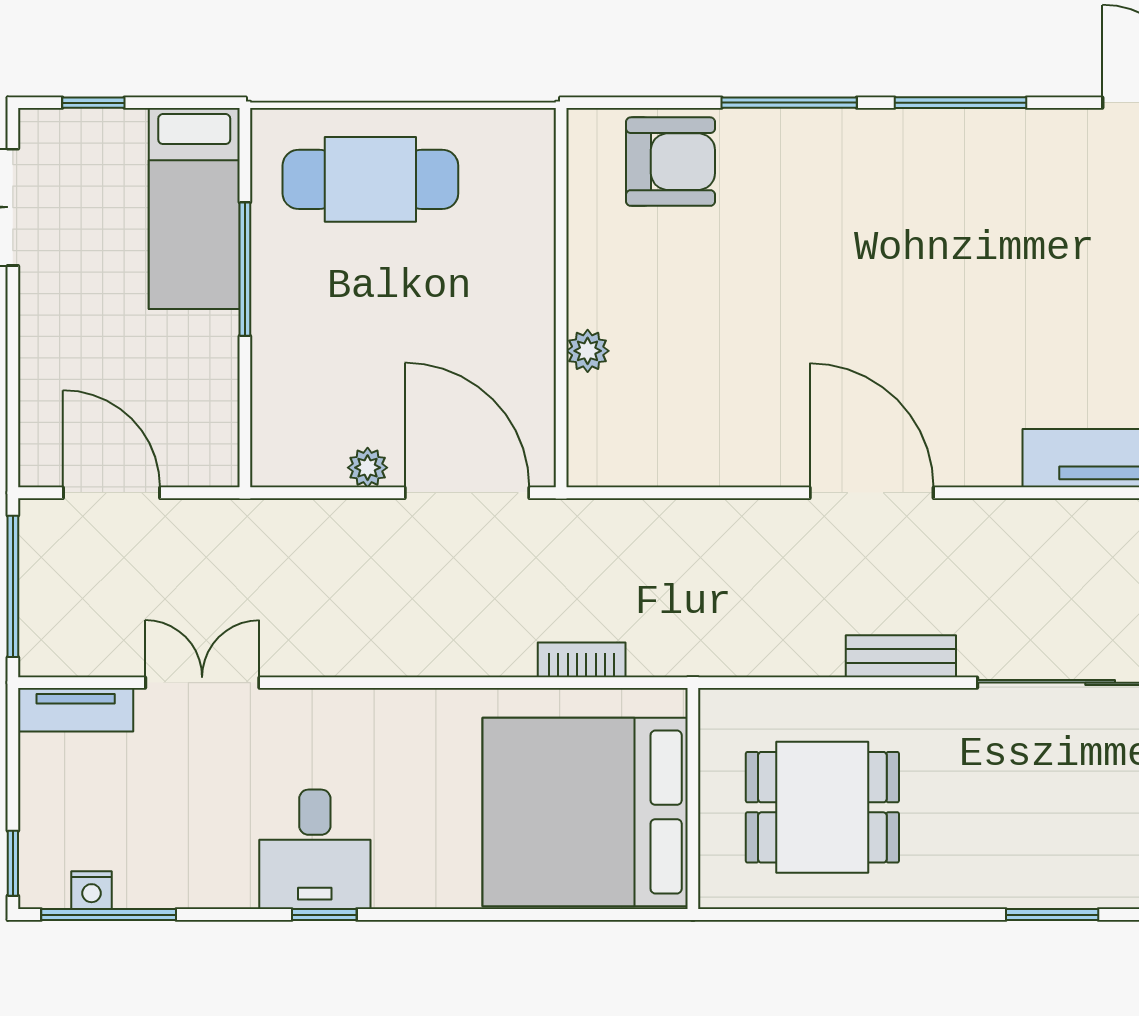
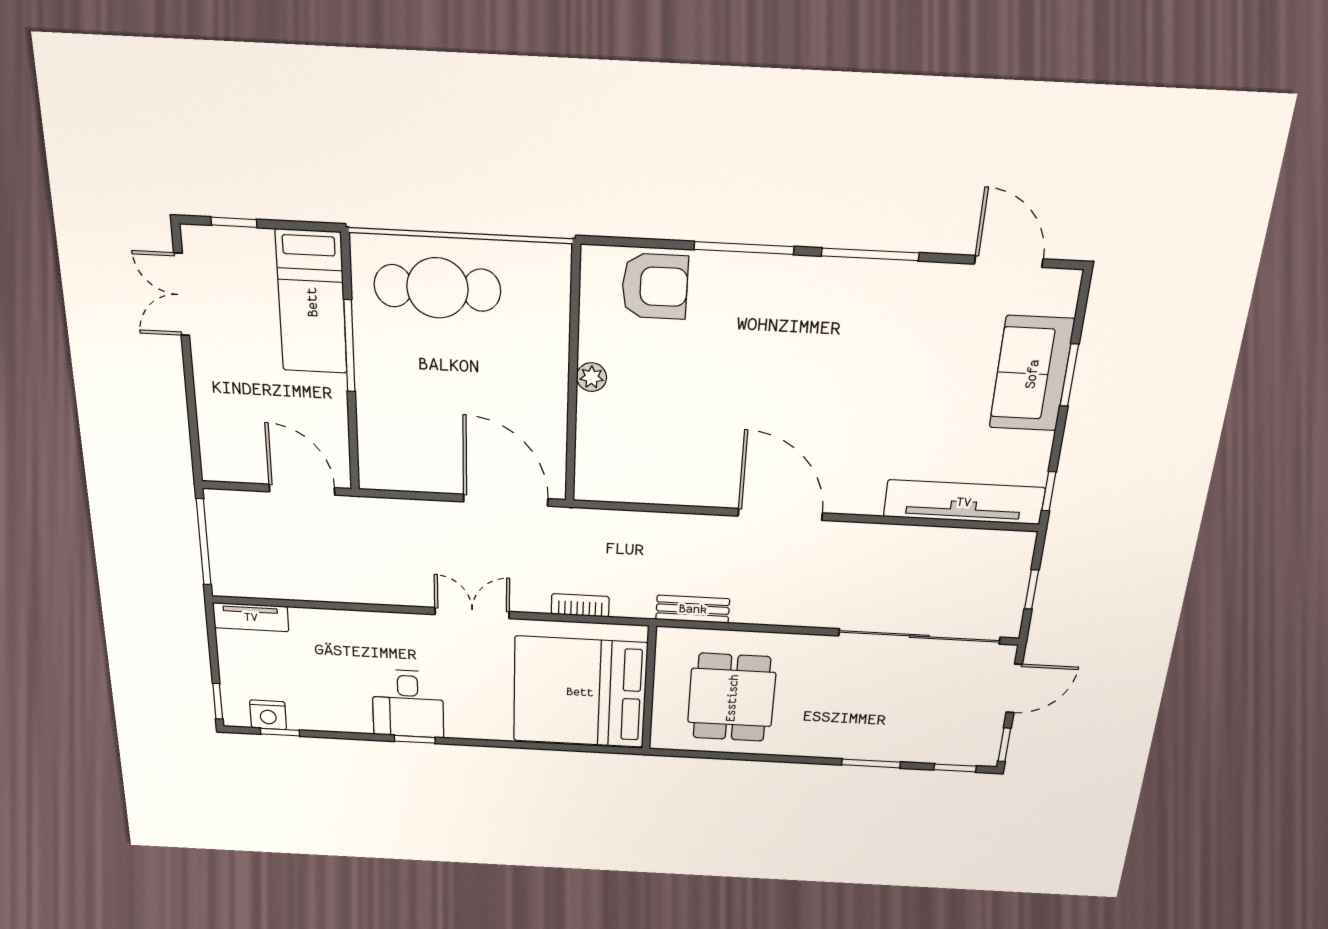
plant: (588, 351) -> (592, 377), moved
plant: (368, 468) -> (438, 481), removed
door: (112, 493) -> (302, 490), moved
bench: (901, 656) -> (693, 609), moved
double door: (202, 683) -> (472, 613), moved
dining table: (822, 807) -> (732, 698), turned 90
nightstand: (91, 890) -> (268, 715), width x1.39, depth x1.35
window: (109, 915) -> (280, 732), width x0.46

